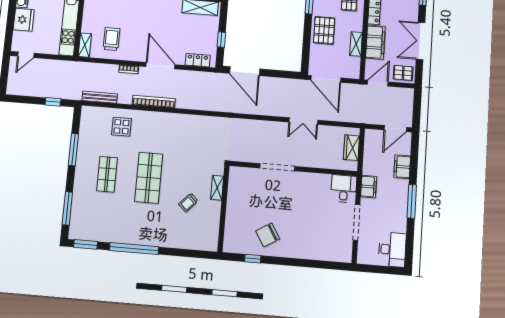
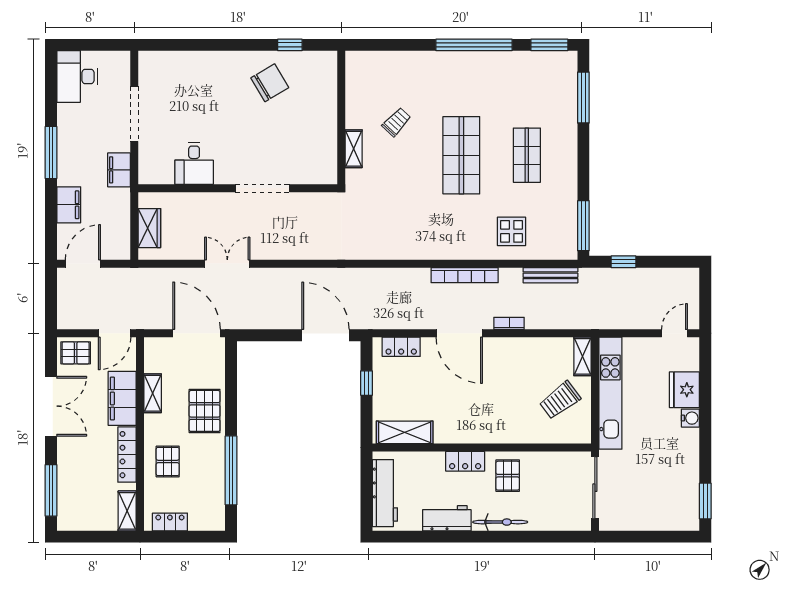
trolley: (111, 39) -> (560, 400), moved, turned 53
window: (73, 150) -> (583, 226), moved
desk: (344, 189) -> (194, 164), moved

